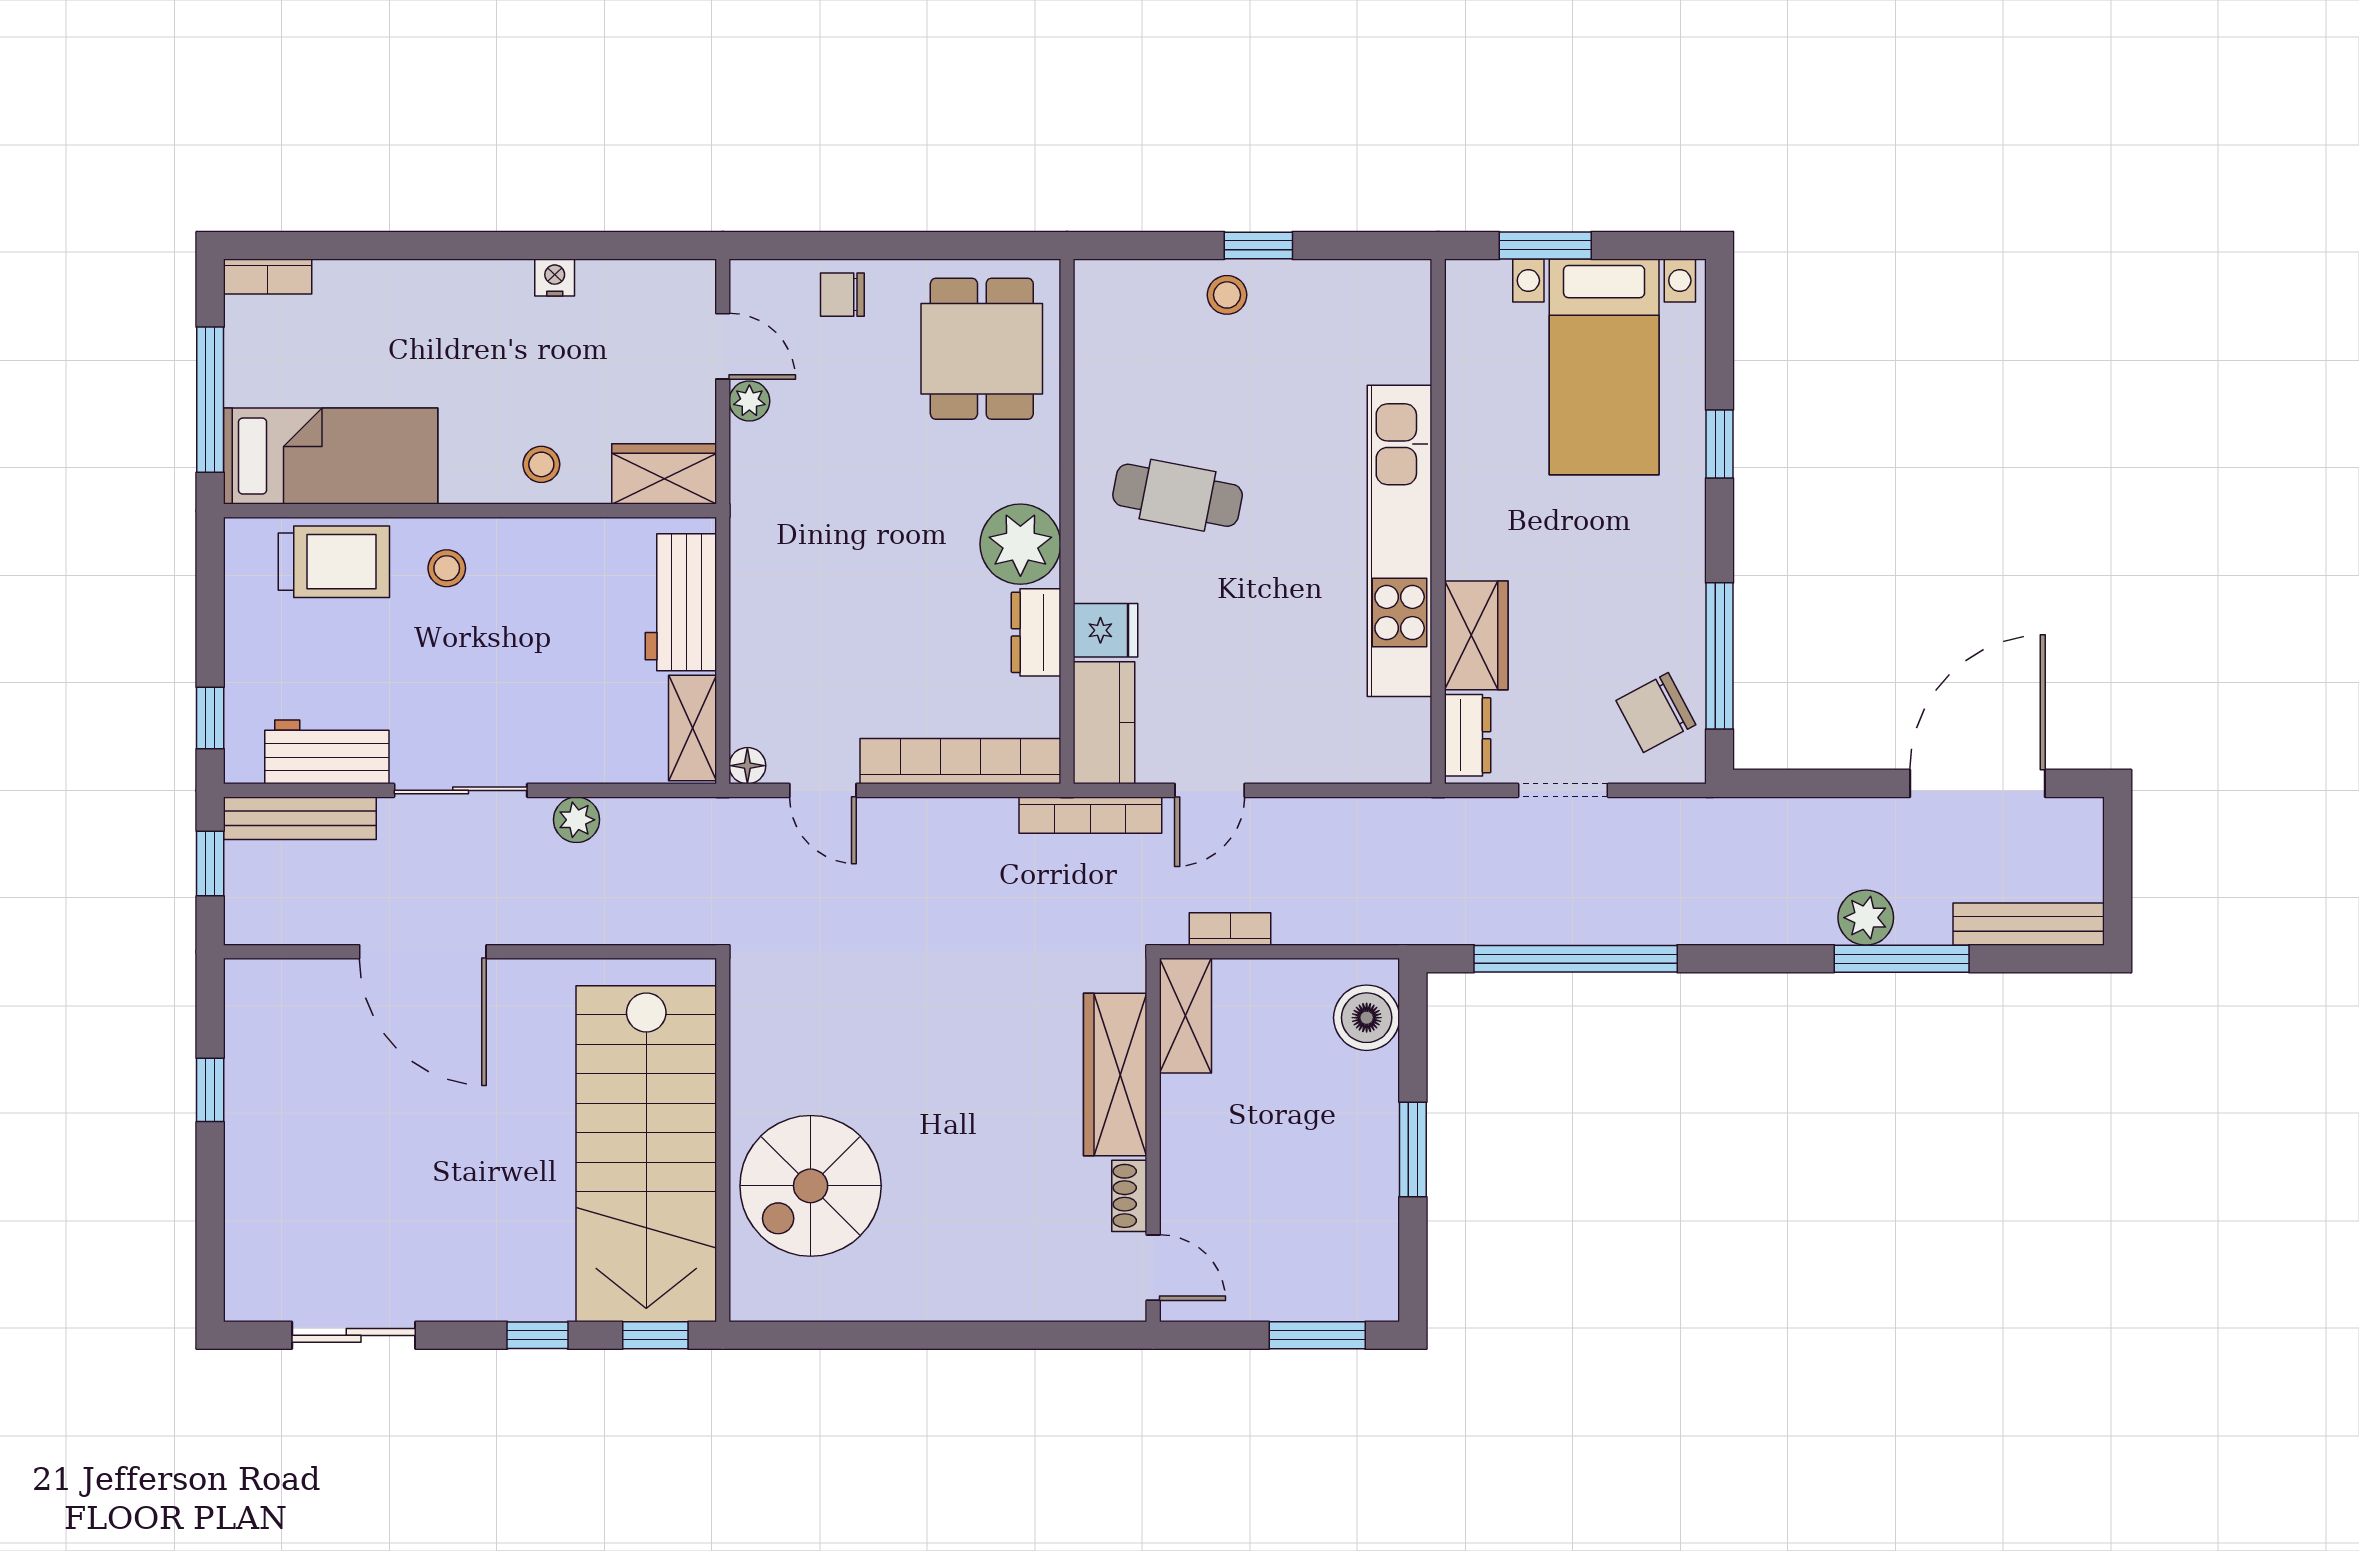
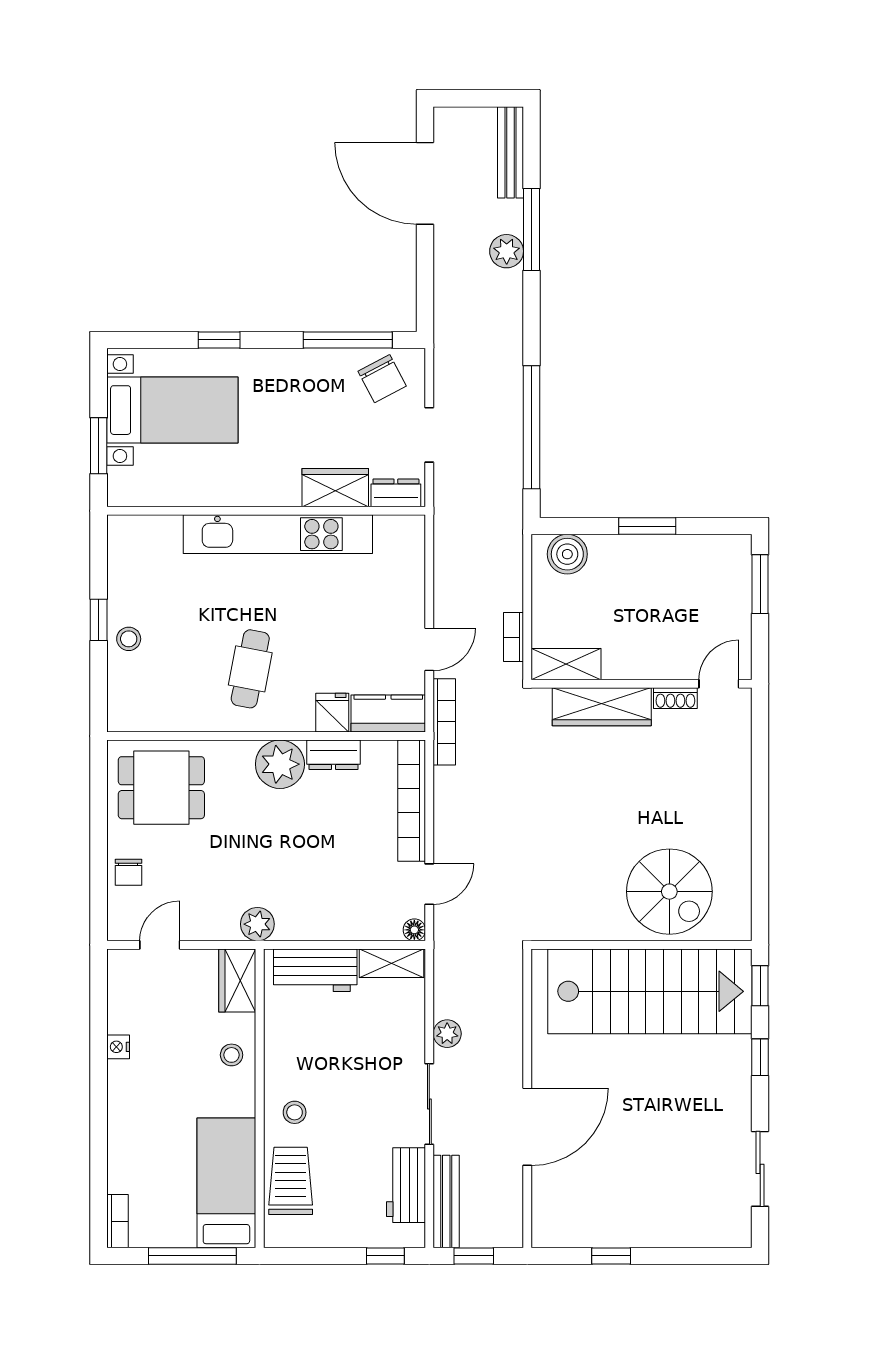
plant: (749, 401) -> (257, 924), moved, width x1.38, depth x1.38
door: (1210, 790) -> (429, 649), hinge flipped

